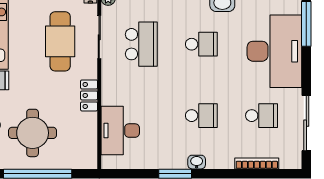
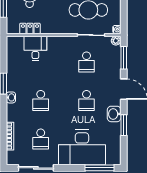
school desk: (141, 44) -> (86, 62), width x0.54
locker: (89, 95) -> (30, 28), moved
desk: (120, 131) -> (35, 48), width x0.73

